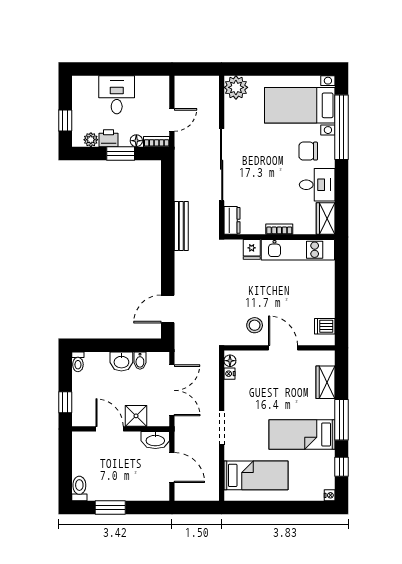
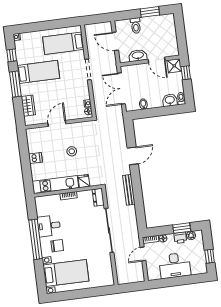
plant: (236, 87) -> (106, 279), removed
desk: (117, 95) -> (175, 265), width x1.37
window: (65, 120) -> (210, 256), moved
window: (342, 127) -> (36, 239), moved
window: (121, 153) -> (182, 228), moved
wardrobe: (326, 219) -> (41, 206), removed
door: (168, 309) -> (133, 156), moved
stool: (255, 325) -> (72, 151), moved
dishwasher: (325, 326) -> (35, 158), moved
door: (283, 348) -> (57, 123), swing flipped
washbasin: (121, 362) -> (170, 100), moved
shower: (136, 416) -> (174, 66), moved
washbasin: (155, 440) -> (138, 55), moved
toilet: (79, 489) -> (136, 26), moved

